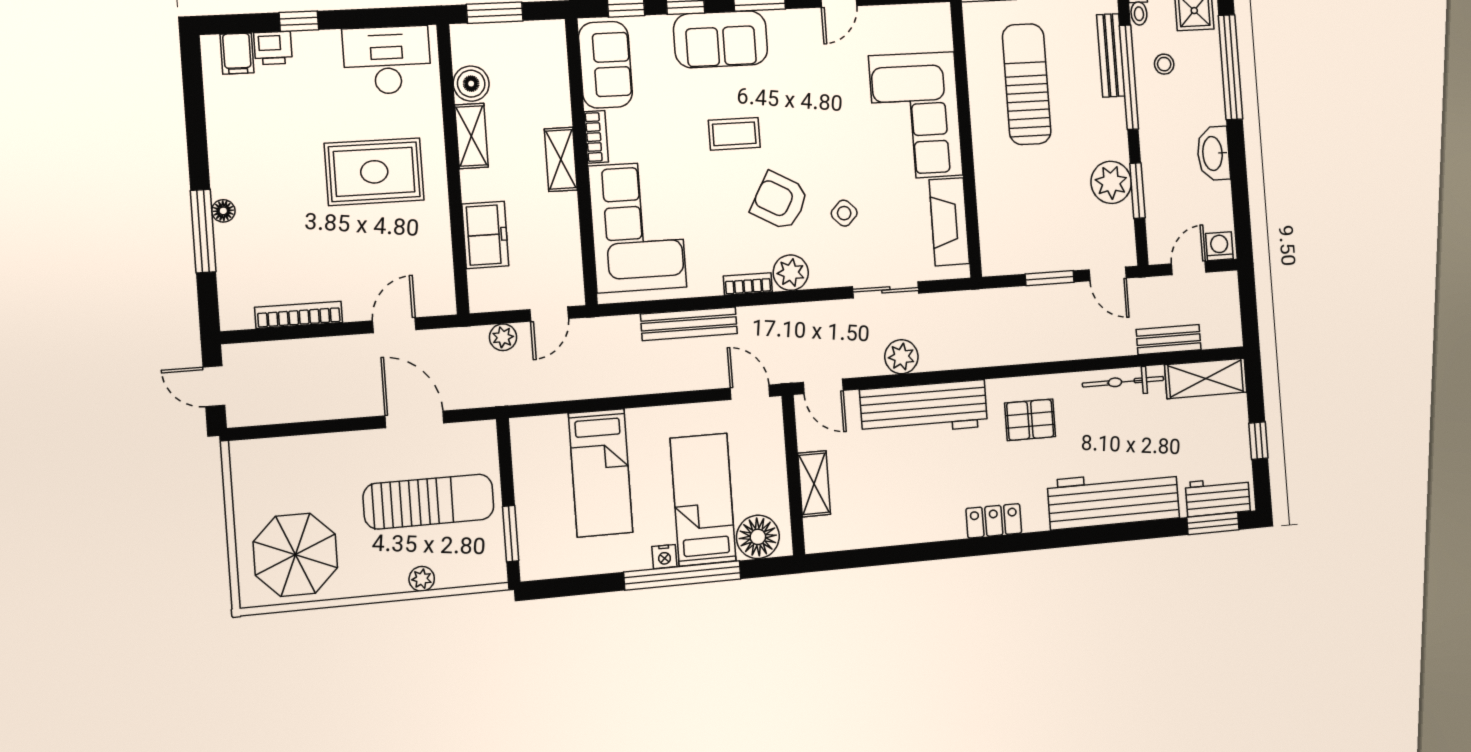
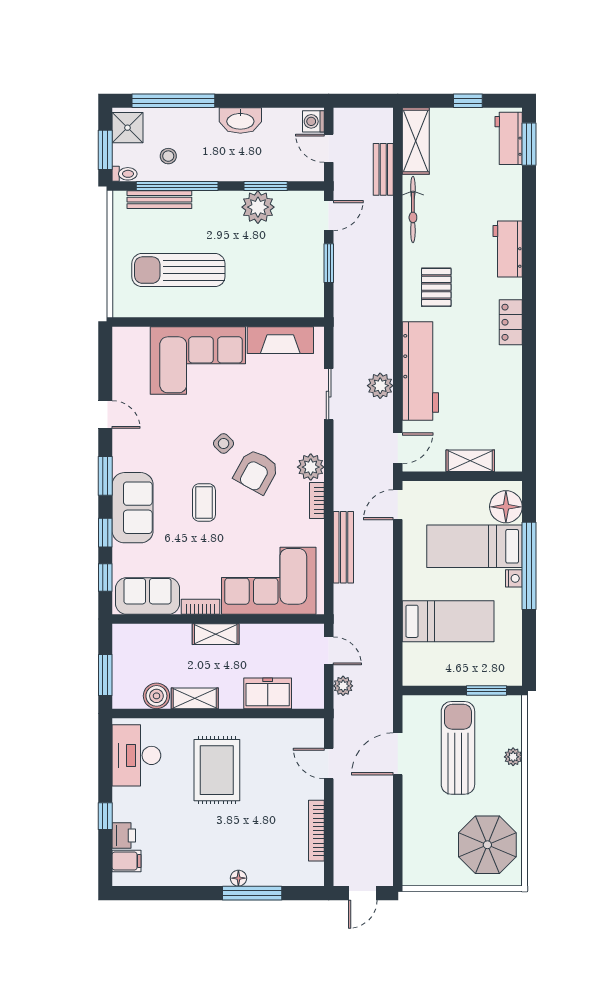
side table: (844, 213) -> (224, 443), moved
workbench: (1114, 499) -> (508, 249), width x0.53, depth x0.76

